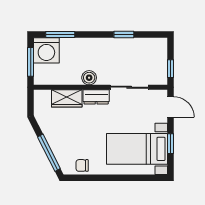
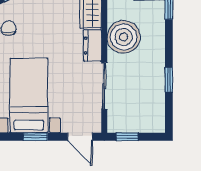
boiler: (89, 78) -> (124, 37), width x1.86, depth x1.86
door: (171, 107) -> (80, 137), hinge flipped

